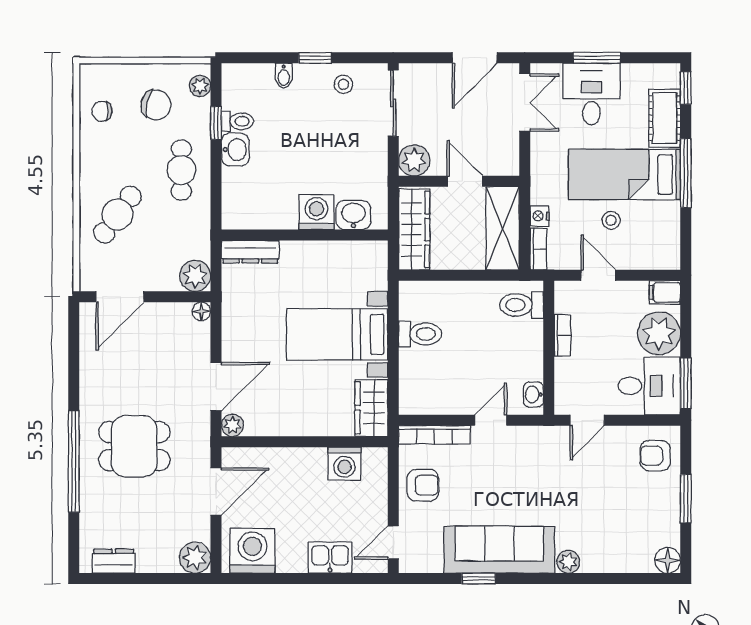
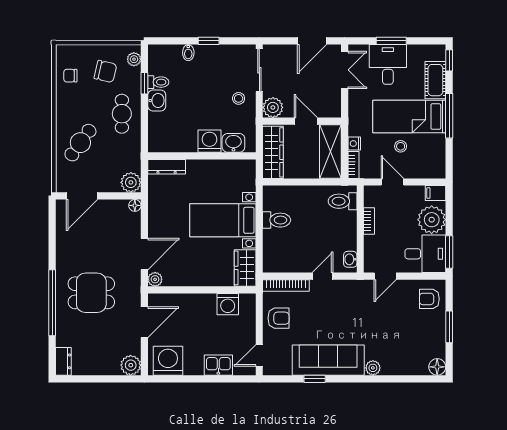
stool: (343, 84) -> (239, 98), moved
dresser: (114, 561) -> (63, 361), moved, turned 90

